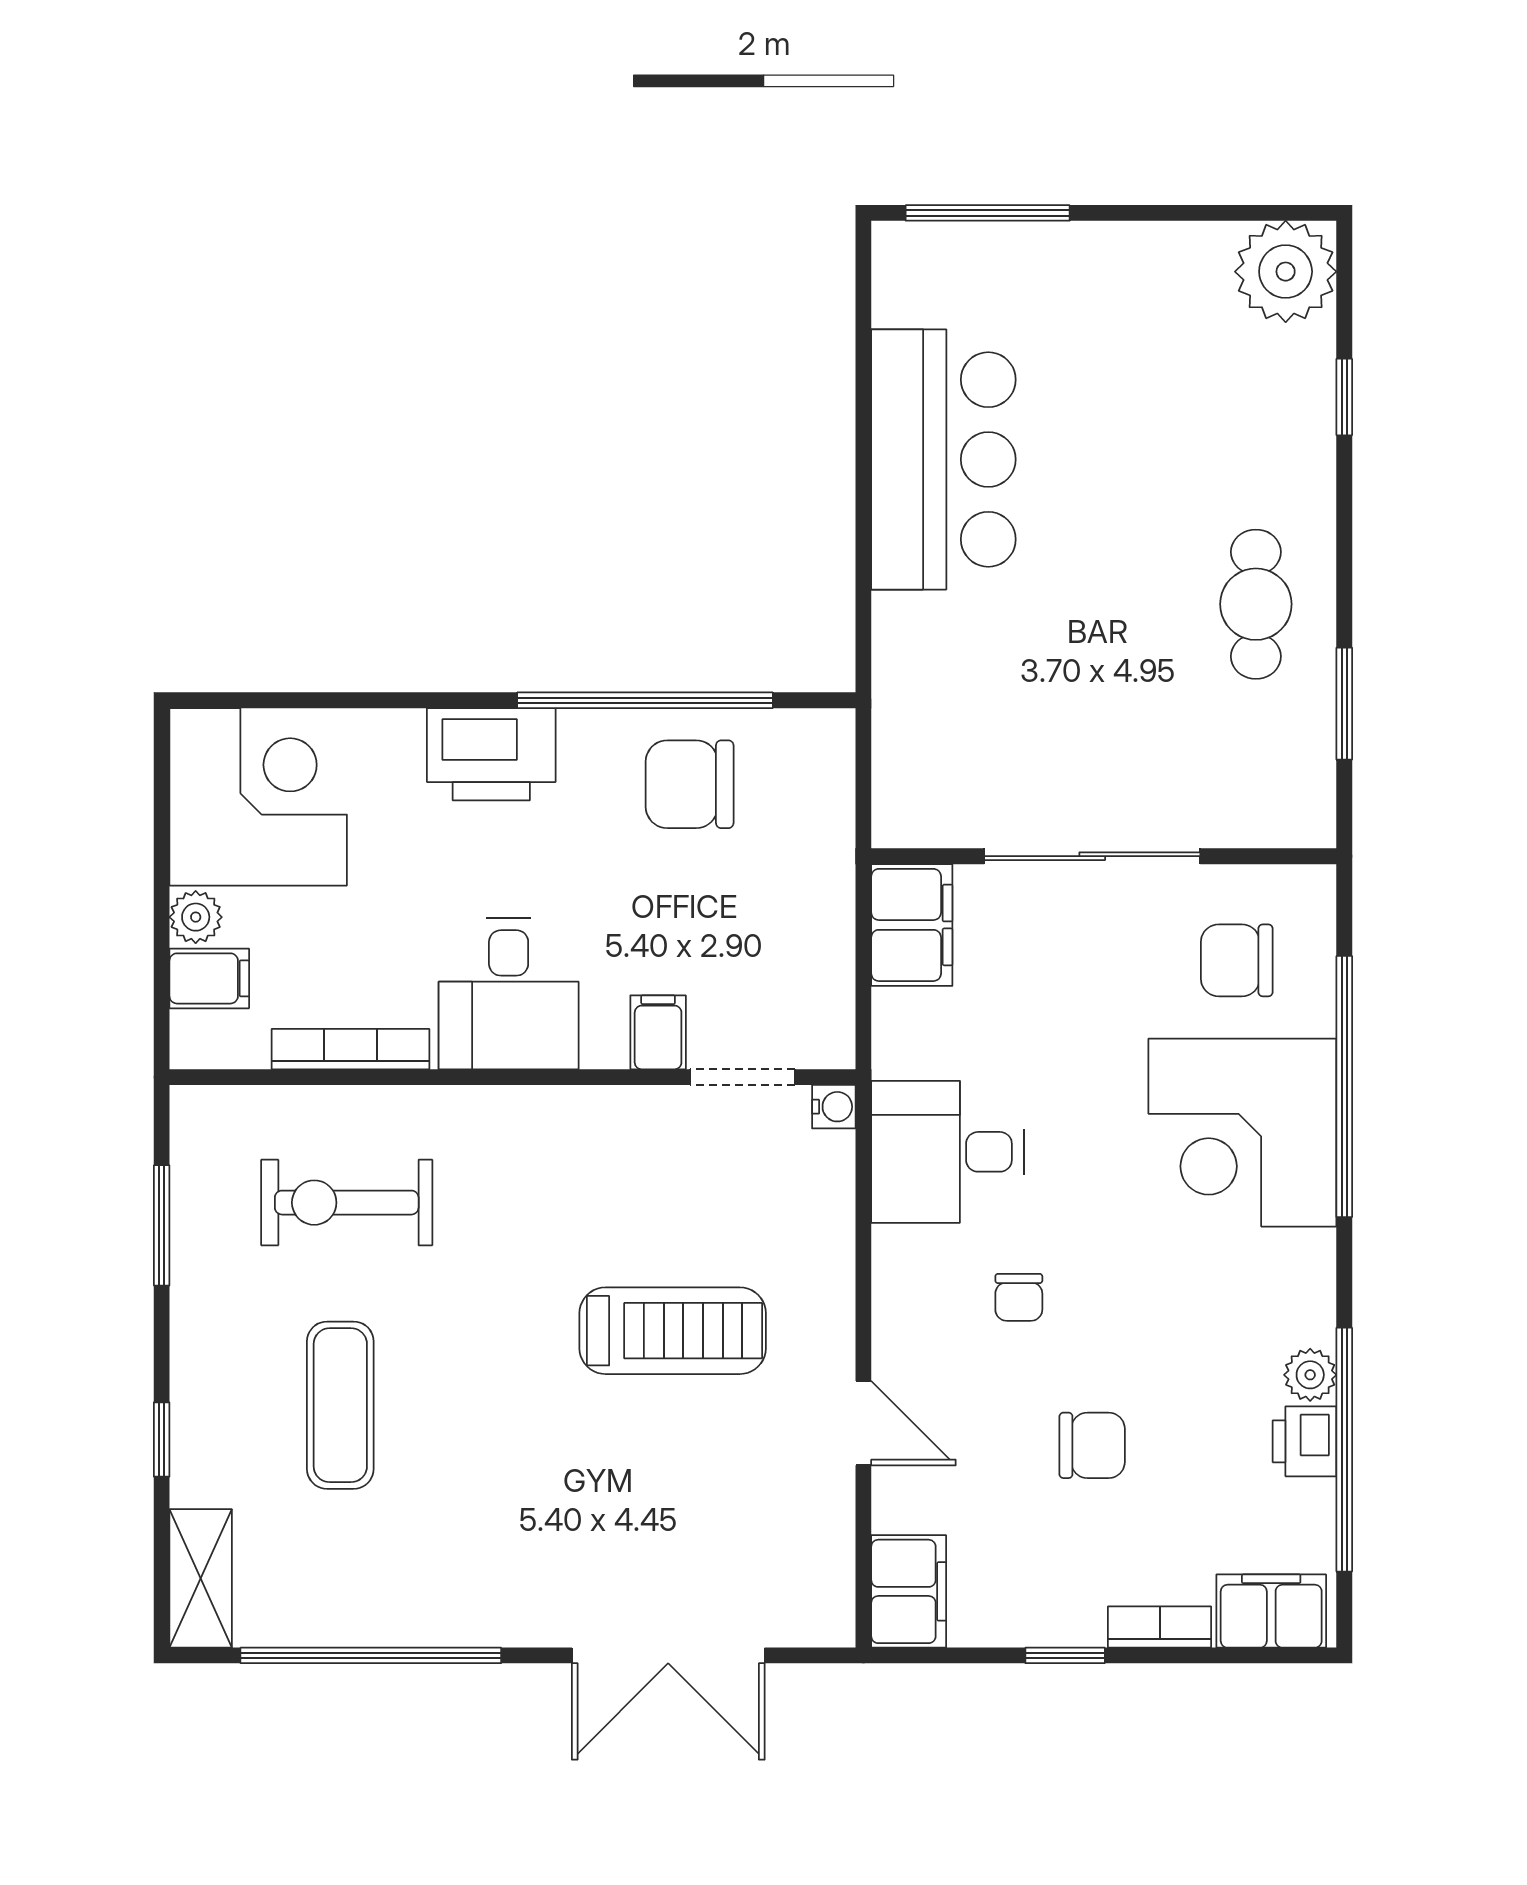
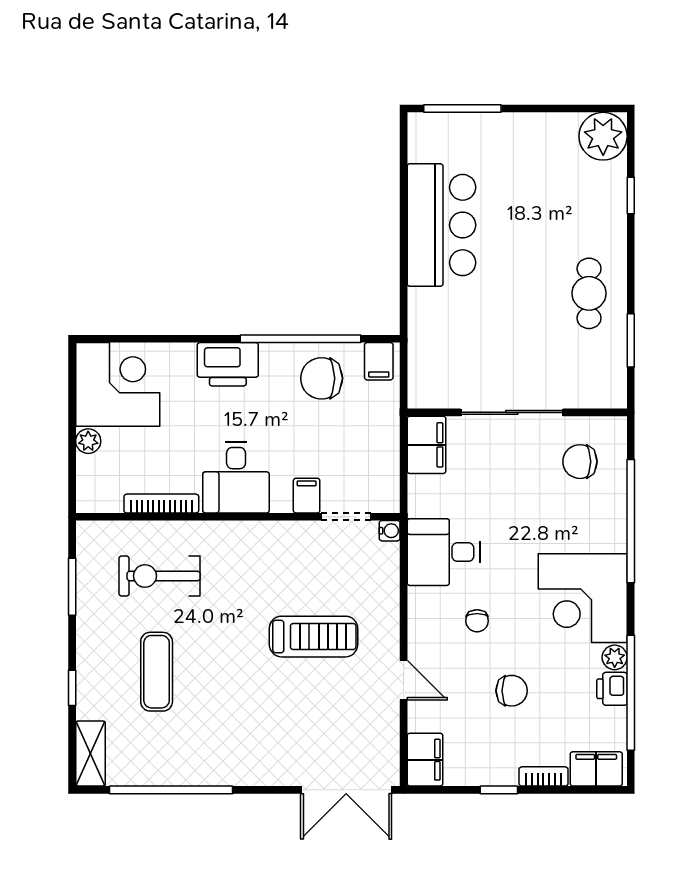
filing cabinet: (209, 978) -> (379, 361), moved, turned 90
corner desk: (1242, 1133) -> (583, 598), moved
double door: (668, 1655) -> (346, 790), moved

